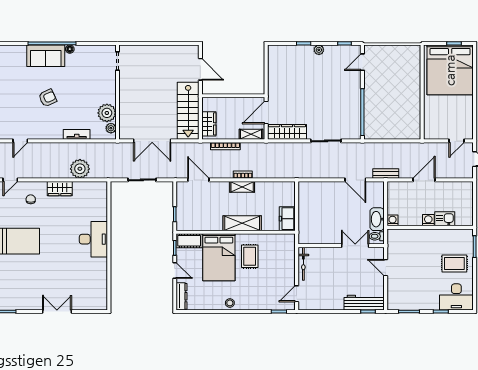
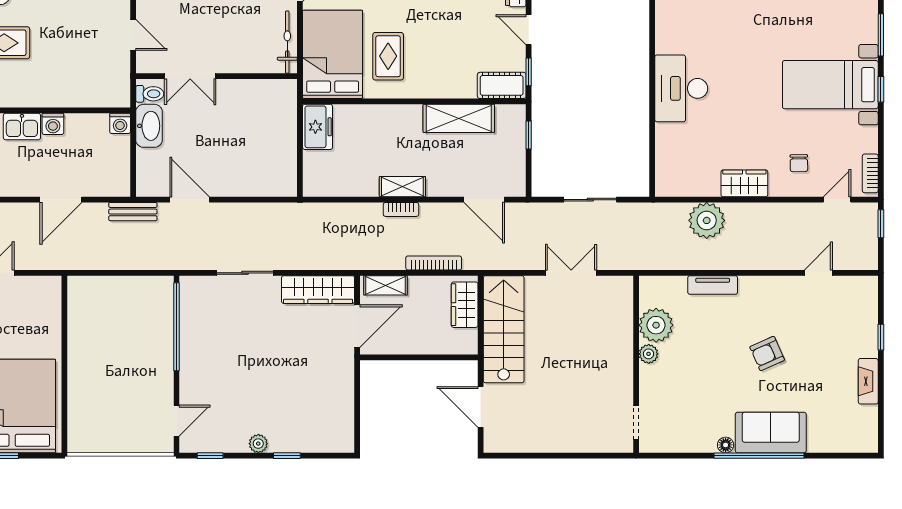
plant: (111, 128) -> (649, 354), moved
double door: (152, 141) -> (571, 273), width x0.73
shelving: (242, 223) -> (459, 118), moved
bed: (219, 257) -> (333, 54), moved

